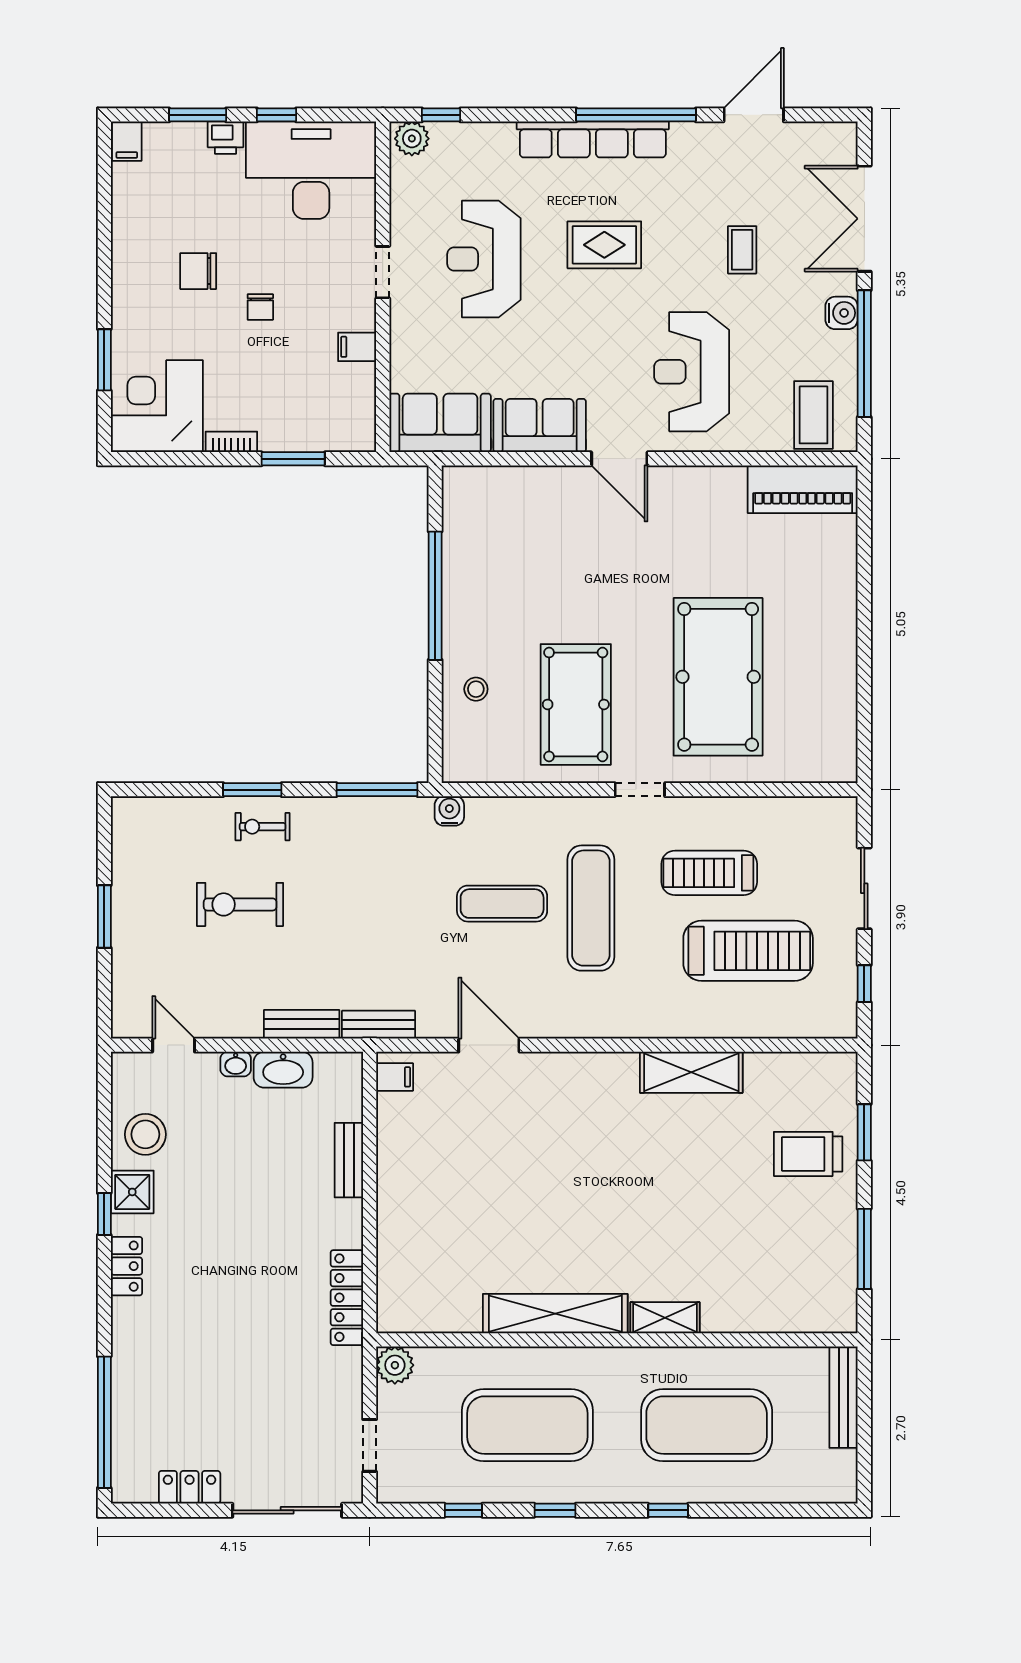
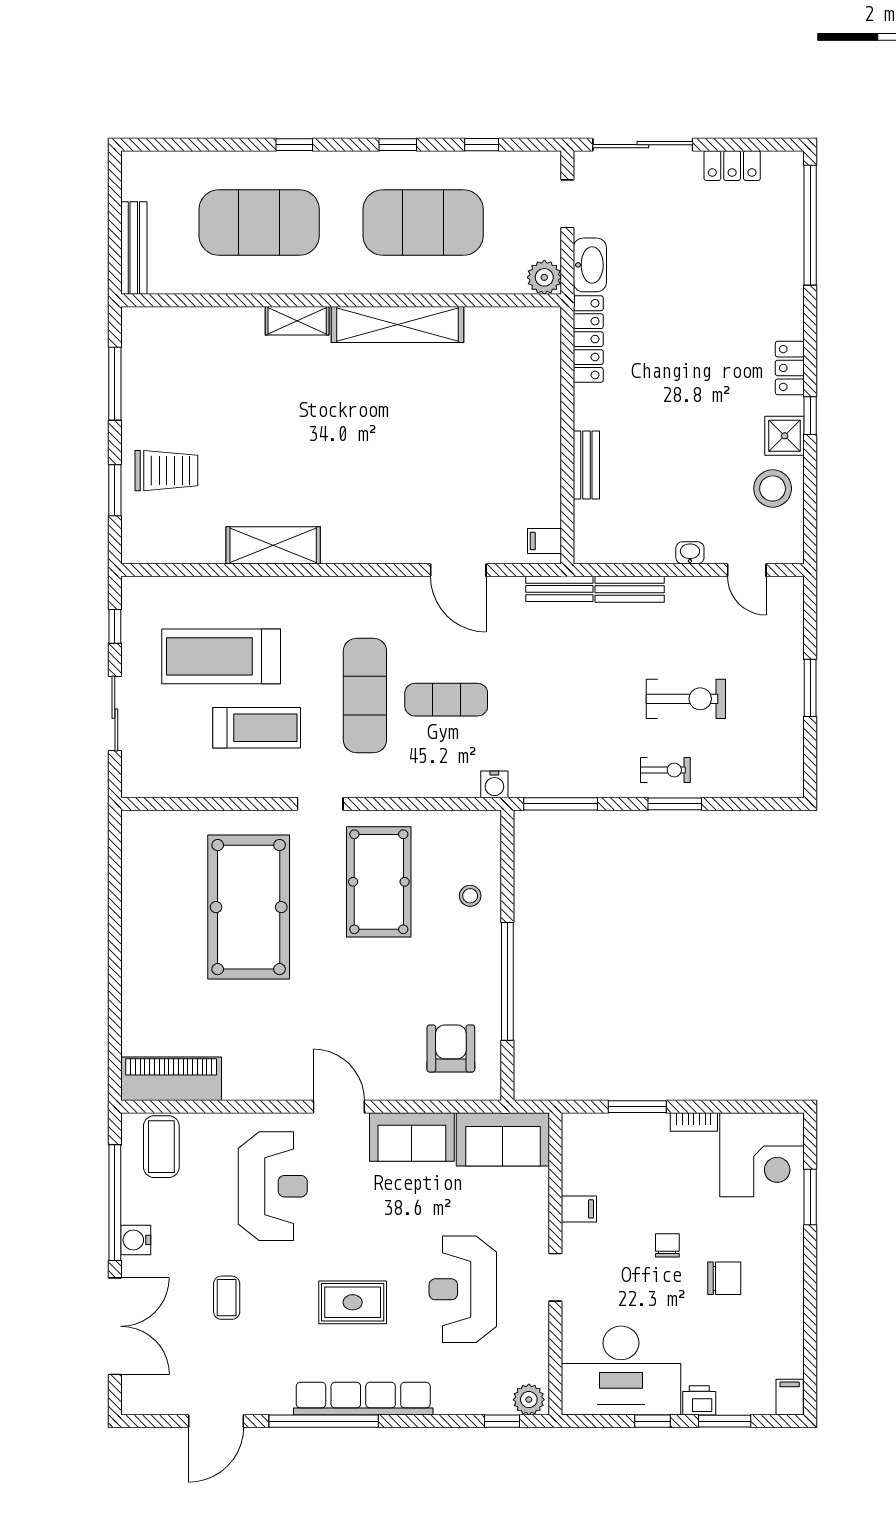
reception desk: (484, 259) -> (463, 1289), turned 180
armchair: (497, 522) -> (451, 1048), added
washbasin: (283, 1070) -> (590, 265), moved, turned 90

